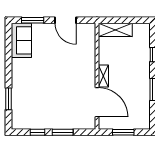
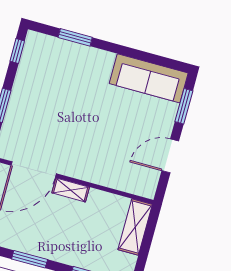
sofa: (21, 40) -> (149, 78), width x1.36
window: (38, 132) -> (17, 51), moved

